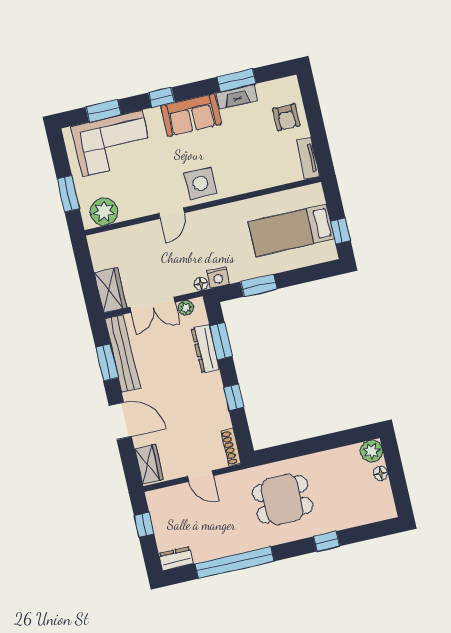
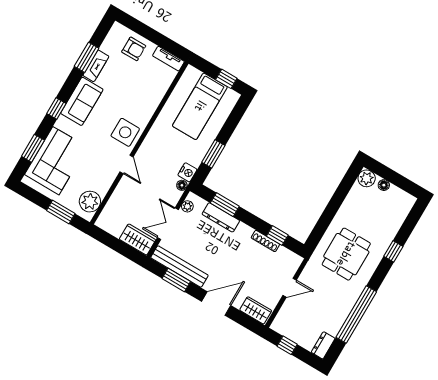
double door: (153, 305) -> (168, 224), swing flipped
window: (234, 397) -> (277, 236), moved
shoe rack: (231, 447) -> (265, 241), moved

